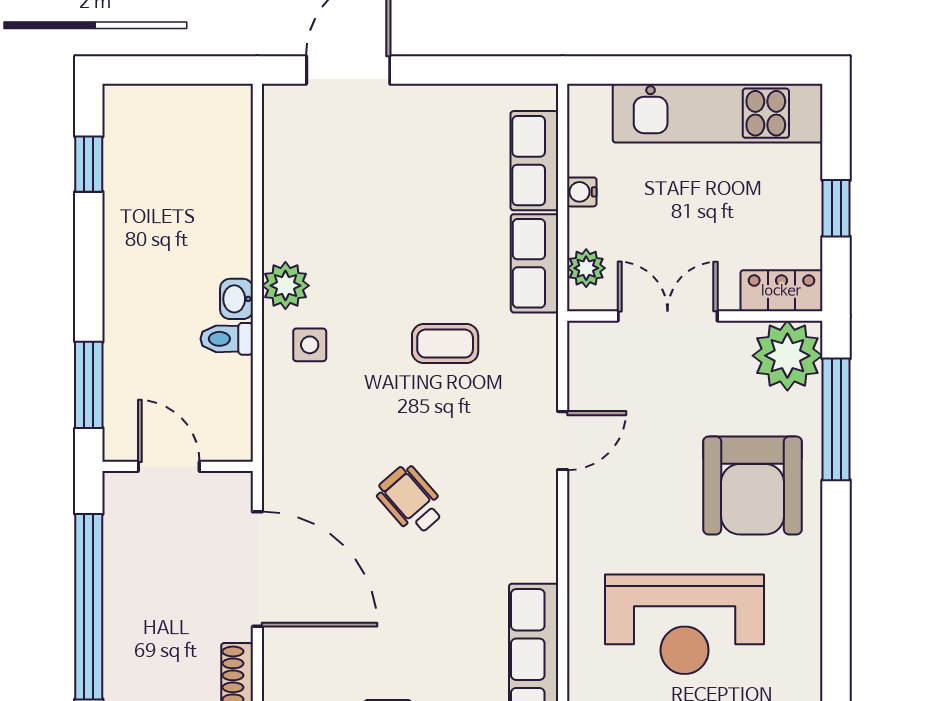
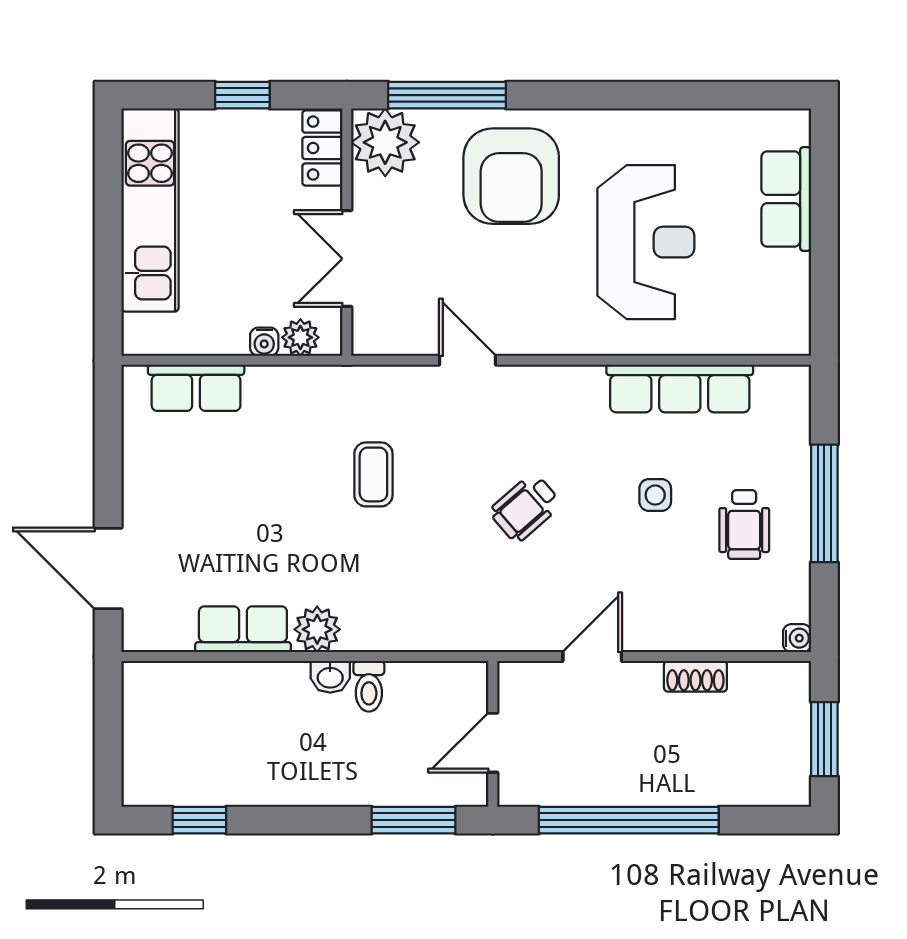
water cooler: (582, 192) -> (264, 342), moved
row of seats: (535, 263) -> (243, 629), moved, turned 180
side table: (310, 345) -> (655, 495), moved
armchair: (753, 485) -> (511, 176), turned 90
door: (257, 569) -> (592, 657), width x0.53

